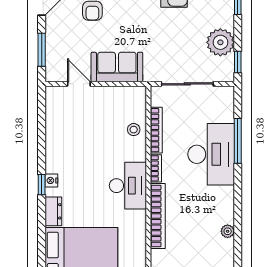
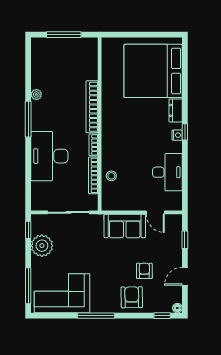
window: (42, 50) -> (185, 240), width x0.67
window: (238, 141) -> (28, 119), moved
desk: (128, 186) -> (167, 172), moved, turned 180

